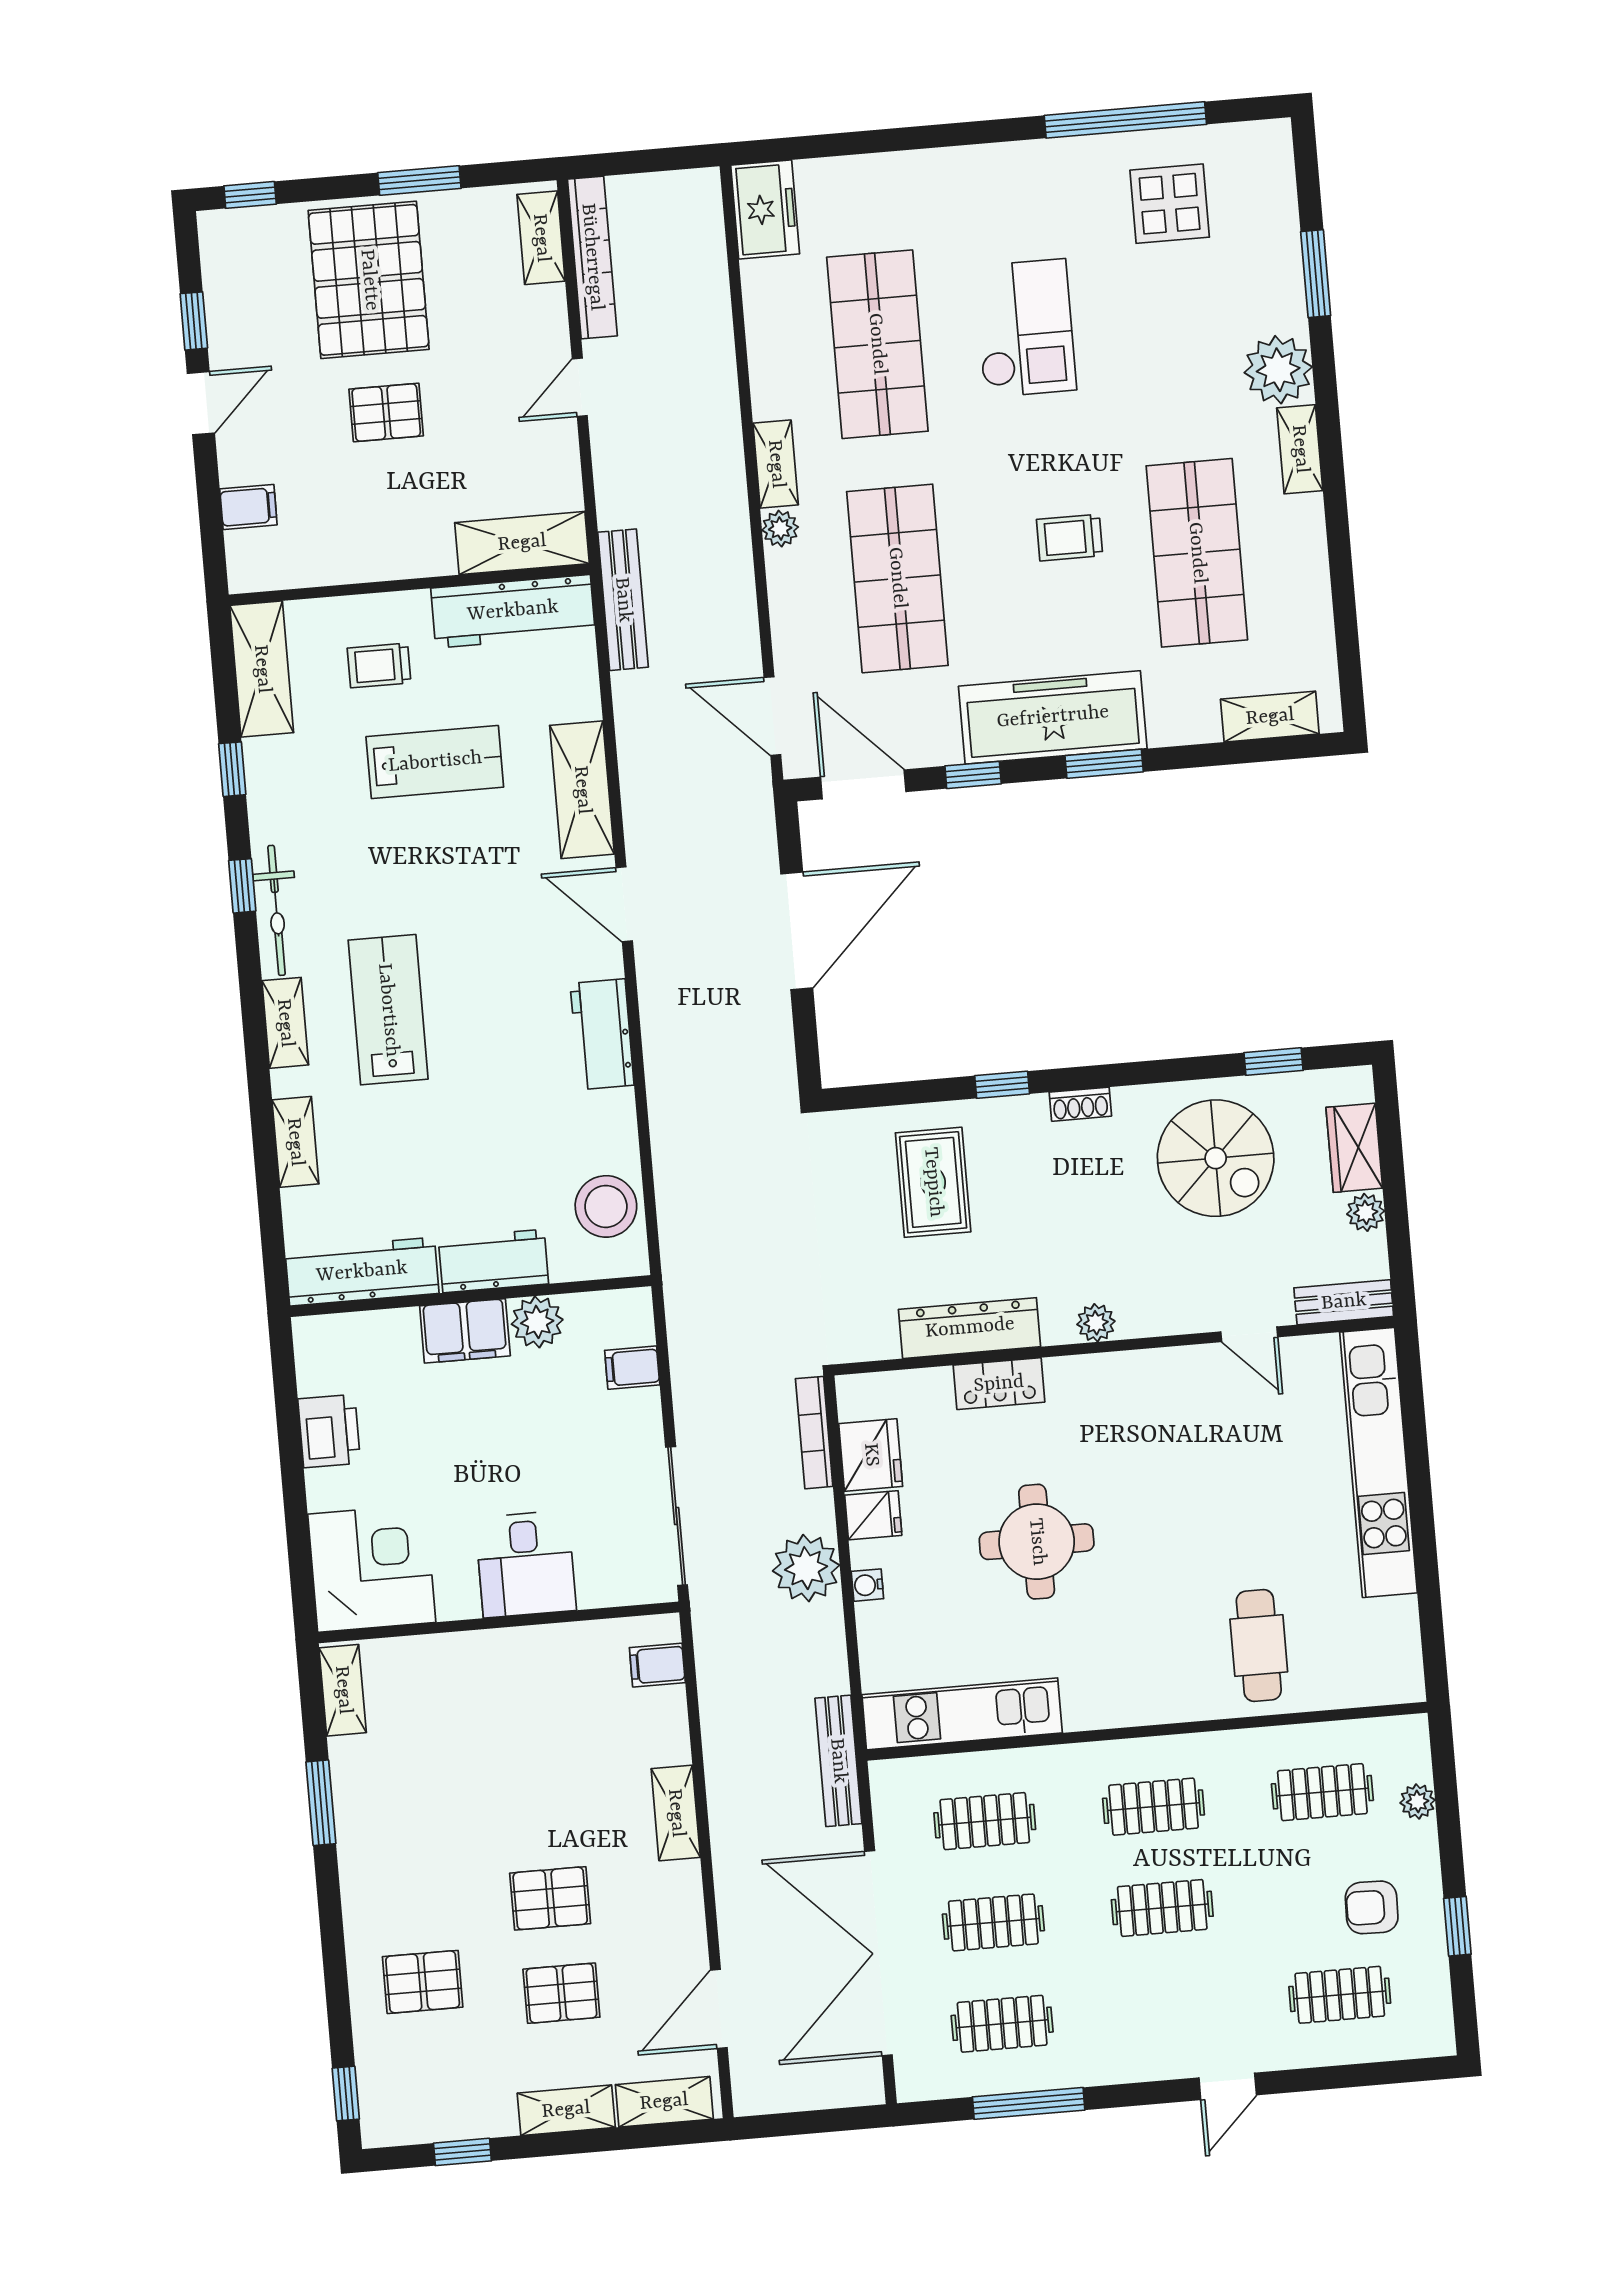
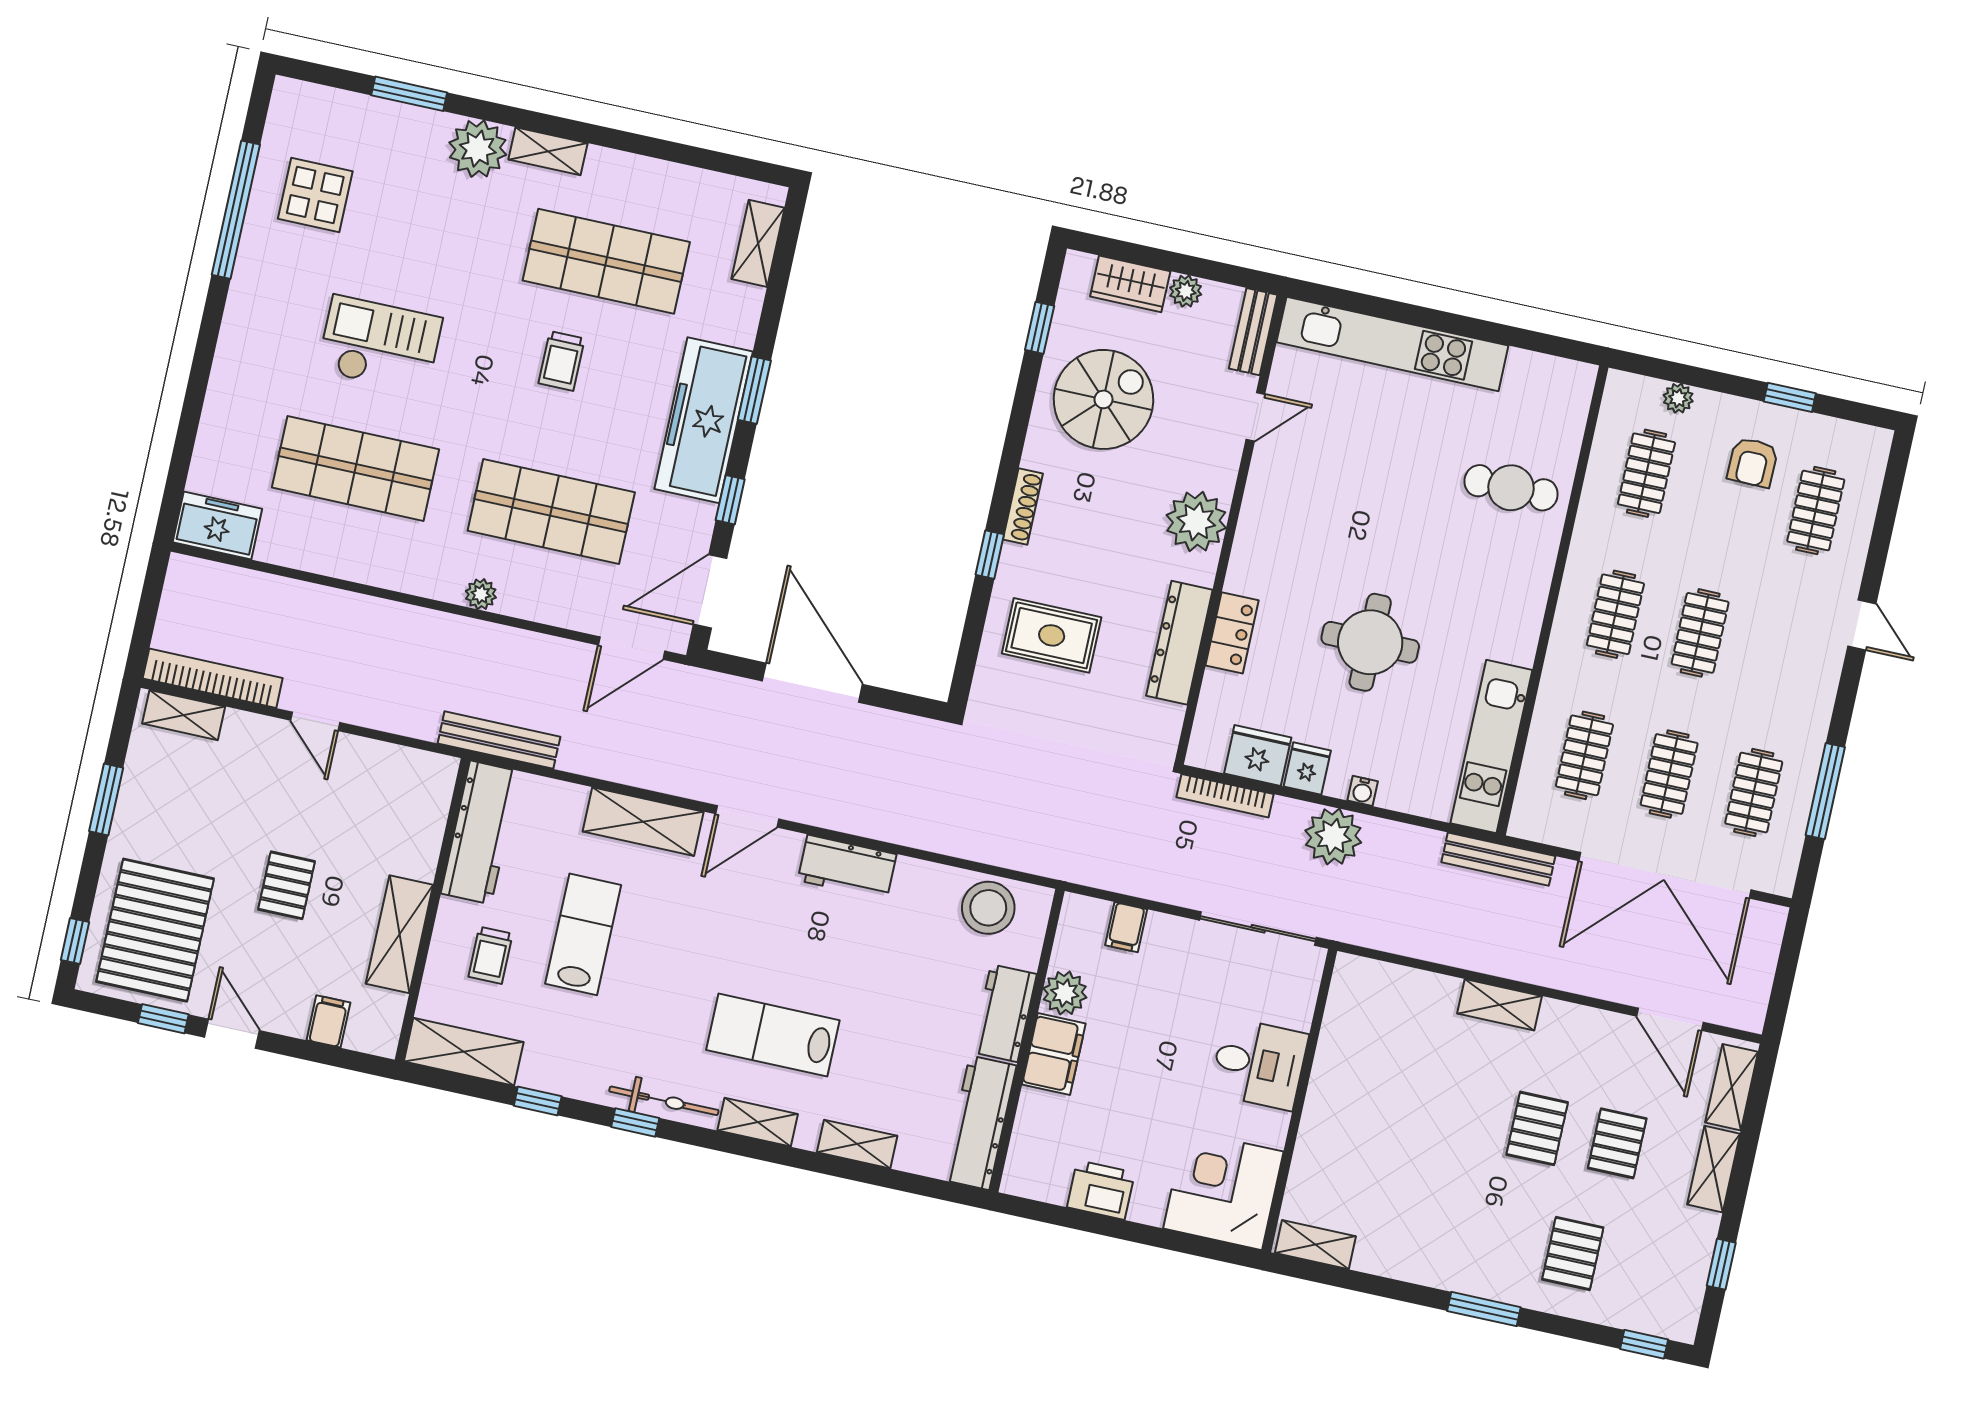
pallet: (369, 280) -> (155, 930), moved, turned 90
shelving: (776, 464) -> (427, 582), removed
shelving: (522, 543) -> (399, 934), moved
shoe rack: (1080, 1104) -> (1023, 507), width x1.43
plant: (1096, 1323) -> (1196, 521), width x1.88, depth x1.88
filing cabinet: (657, 1665) -> (1375, 982), removed
window: (321, 1803) -> (1484, 1309), moved

